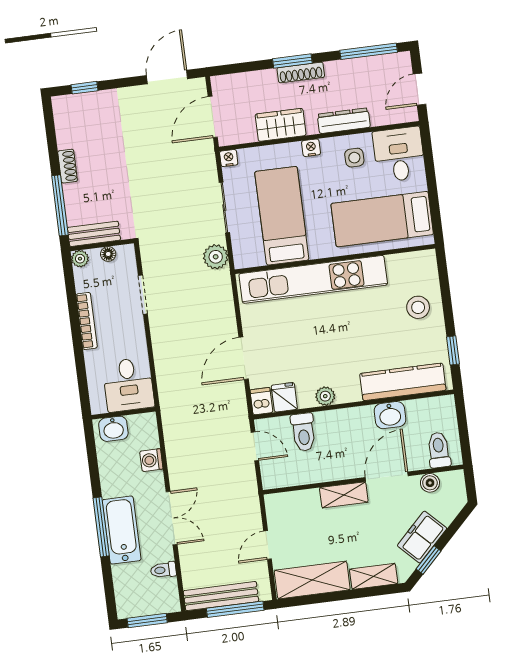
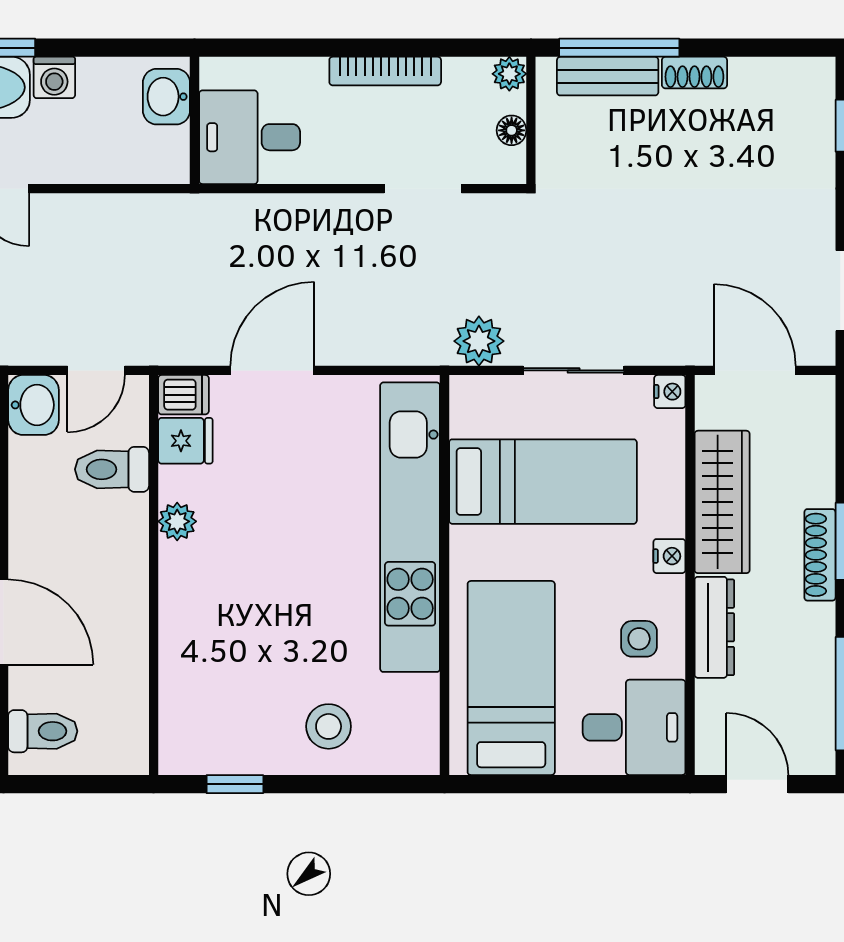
wardrobe: (281, 125) -> (722, 502), width x1.50
bench: (94, 234) -> (608, 76), moved, turned 90
door: (244, 358) -> (272, 370), hinge flipped
kitchen counter: (403, 382) -> (186, 678), removed
washbasin: (390, 415) -> (33, 405), moved, turned 180
washing machine: (151, 460) -> (54, 77), moved, turned 180

